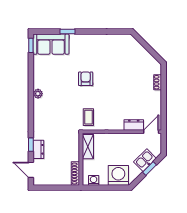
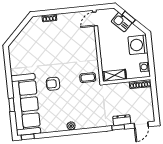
sofa: (51, 44) -> (26, 104), width x1.85, depth x1.27
dresser: (134, 125) -> (91, 36), removed
door: (151, 132) -> (95, 19), hinge flipped

